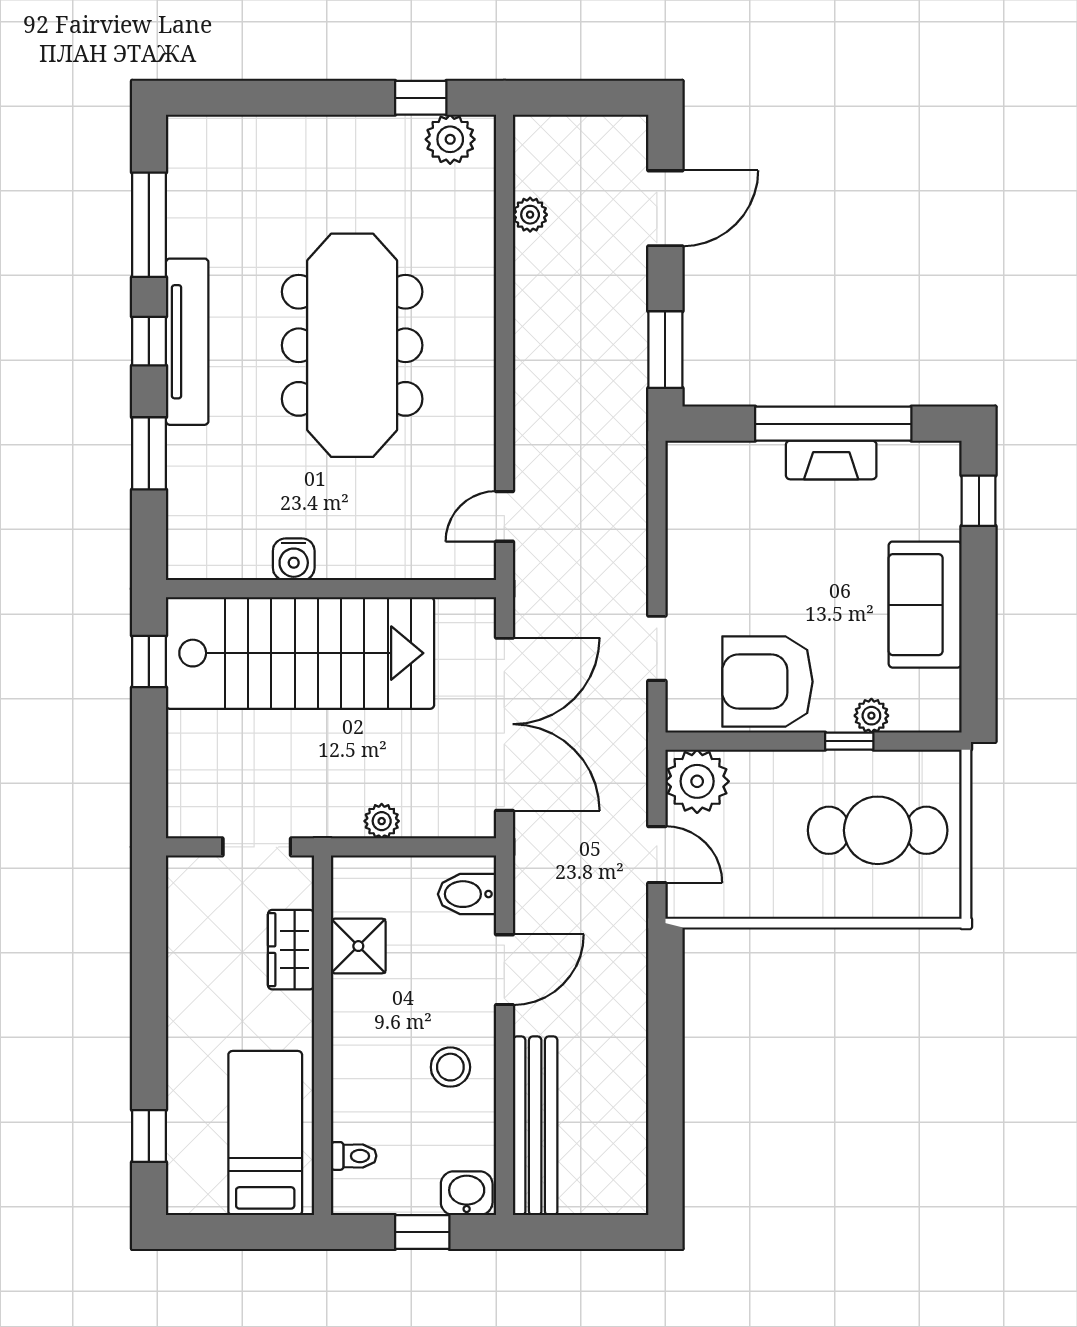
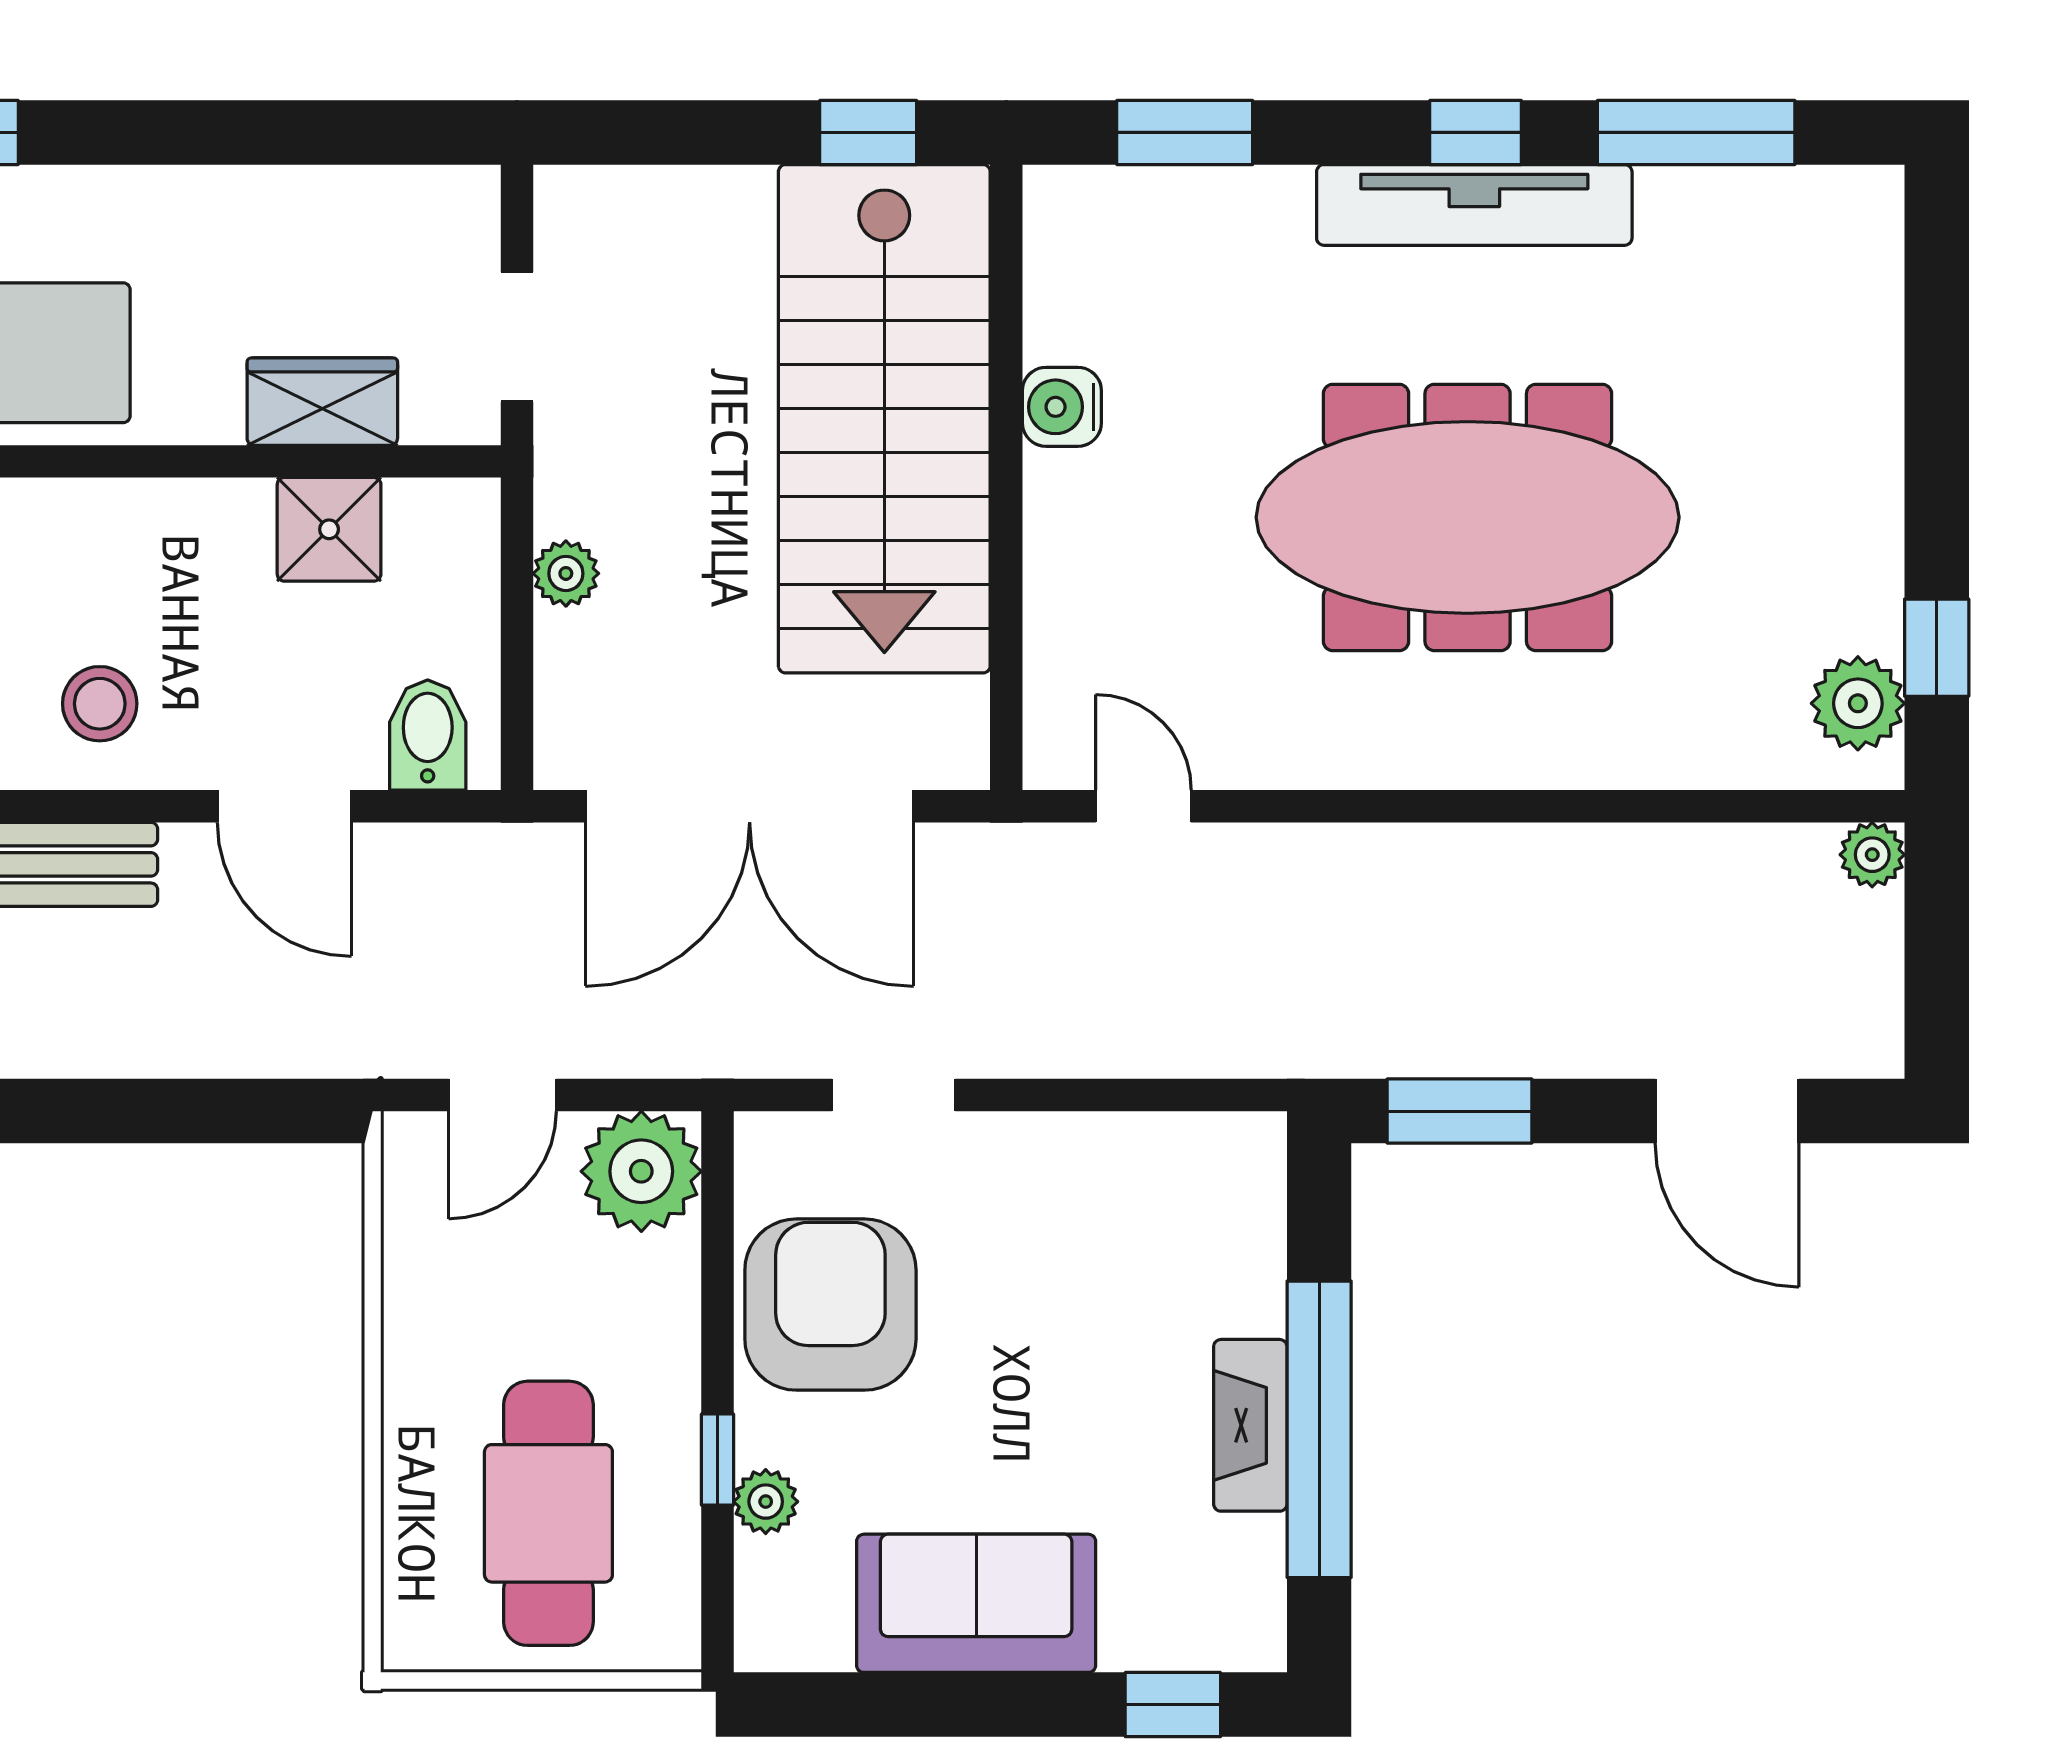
plant: (530, 215) -> (1872, 855), moved
window: (149, 453) -> (1185, 132), moved

